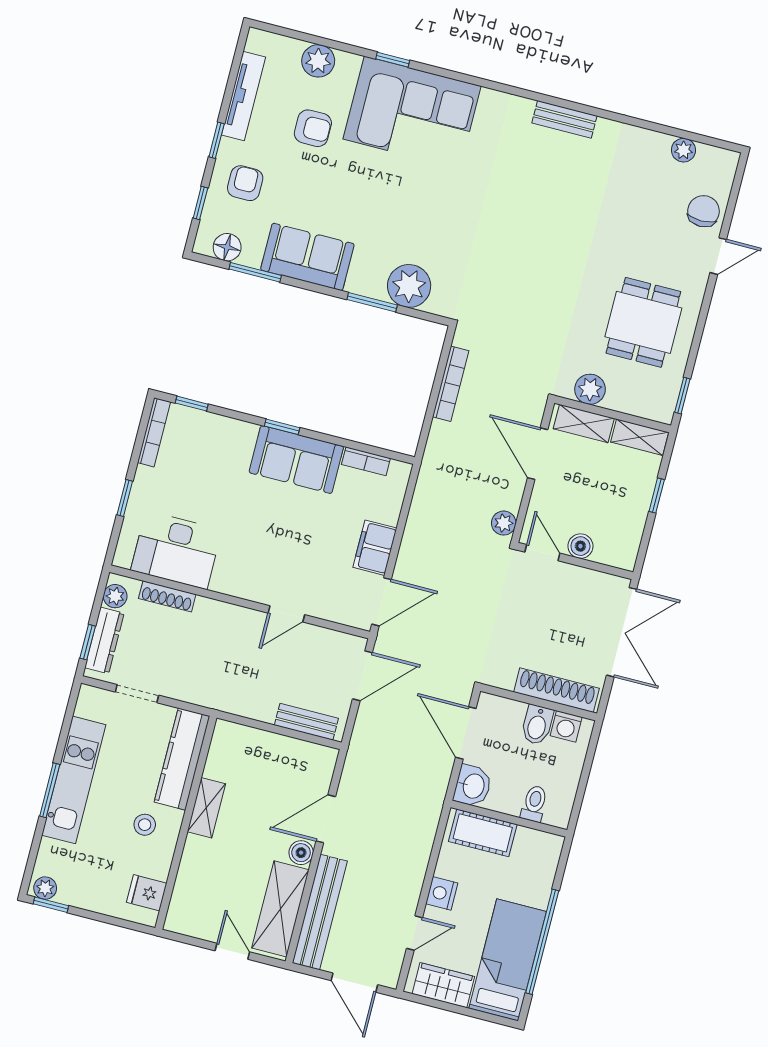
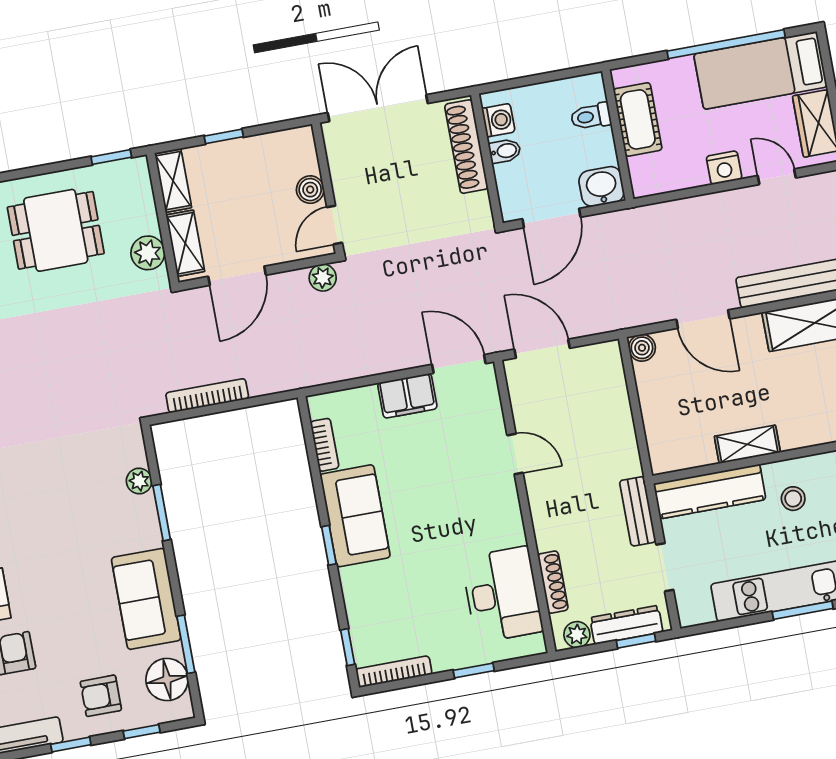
floor lamp: (227, 247) -> (167, 680), width x1.38, depth x1.38
plant: (409, 286) -> (139, 481), width x0.53, depth x0.53
bench: (306, 722) -> (638, 511), moved
bidet: (537, 725) -> (505, 151), width x0.72, depth x0.74
cot: (483, 833) -> (638, 119), moved
boiler: (301, 853) -> (642, 348), moved

